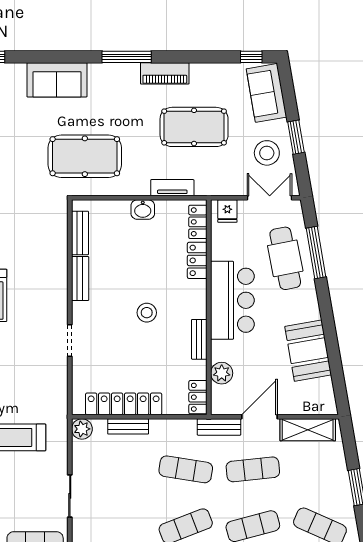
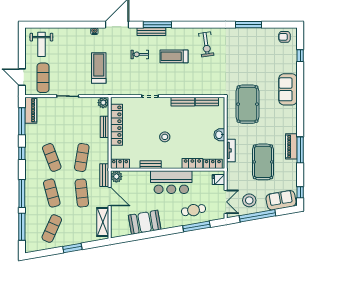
window: (127, 57) -> (300, 150), moved
window: (296, 137) -> (258, 216), width x2.11
cafe table: (285, 258) -> (193, 210), width x0.73, depth x0.74
plant: (222, 373) -> (116, 177), moved

